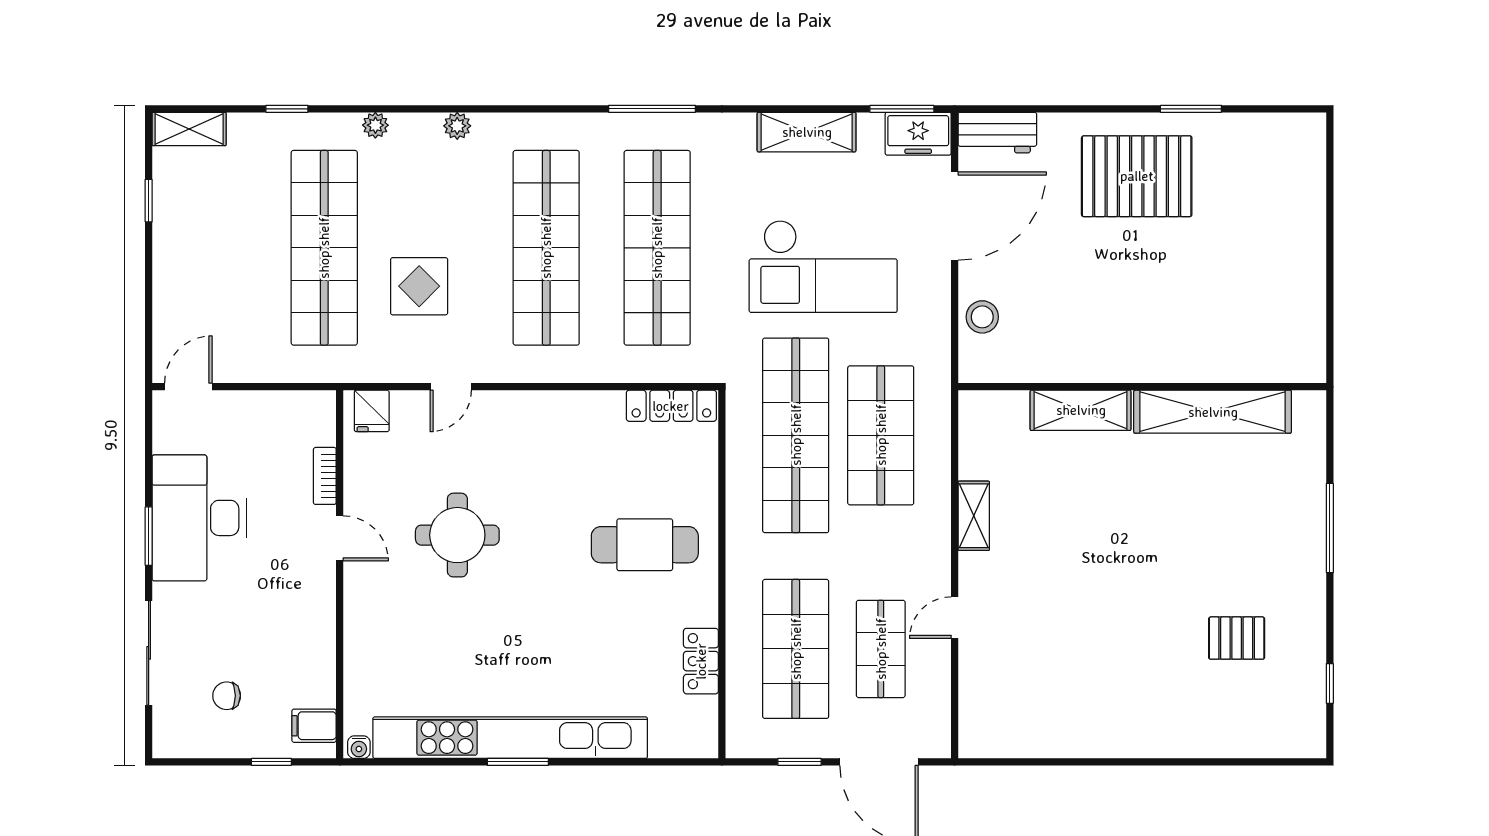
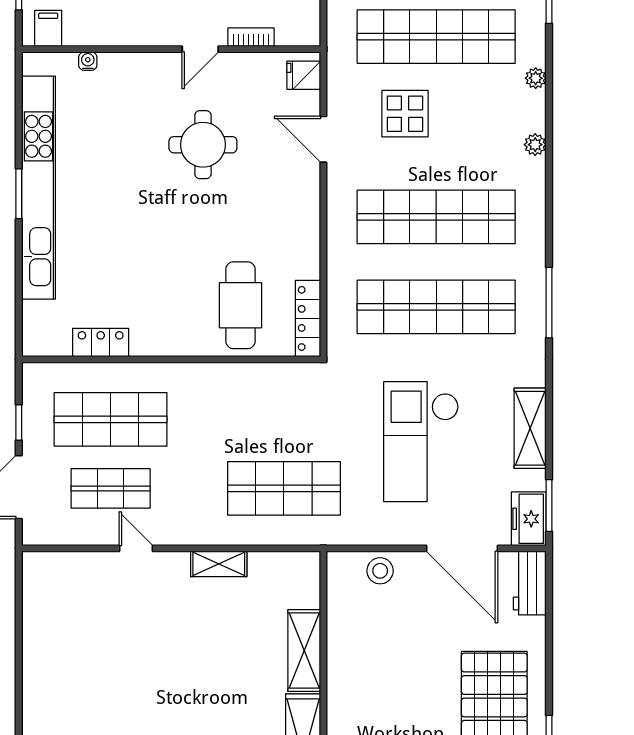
door: (451, 387) -> (323, 139), width x1.38
shop shelf: (796, 435) -> (284, 419), removed
cafe table: (645, 545) -> (241, 305), moved
water cooler: (359, 747) -> (88, 61), moved, turned 90

